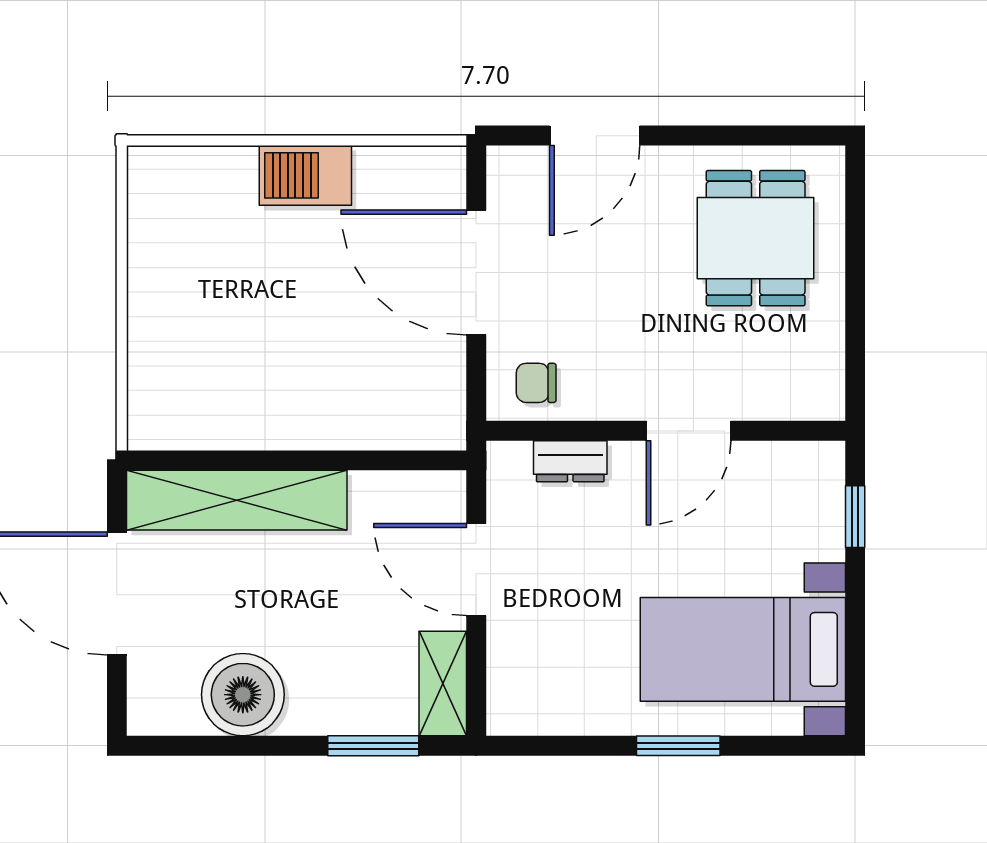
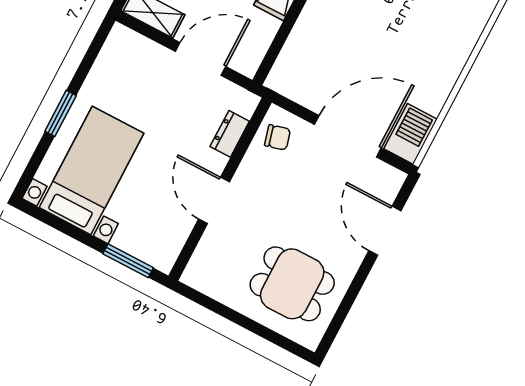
barbecue: (305, 175) -> (411, 134), moved
chair: (536, 383) -> (277, 137), turned 75
window: (855, 517) -> (128, 261), width x1.50

